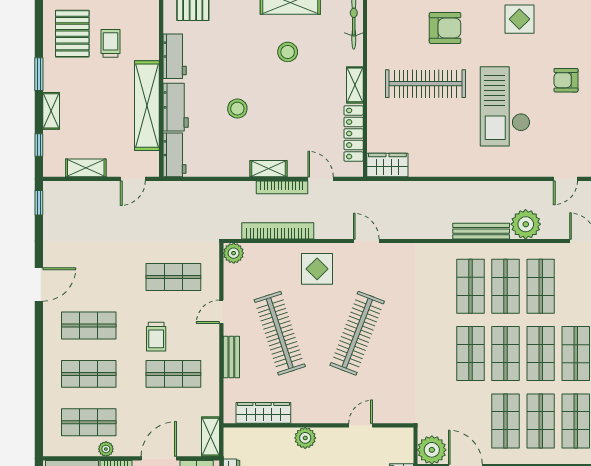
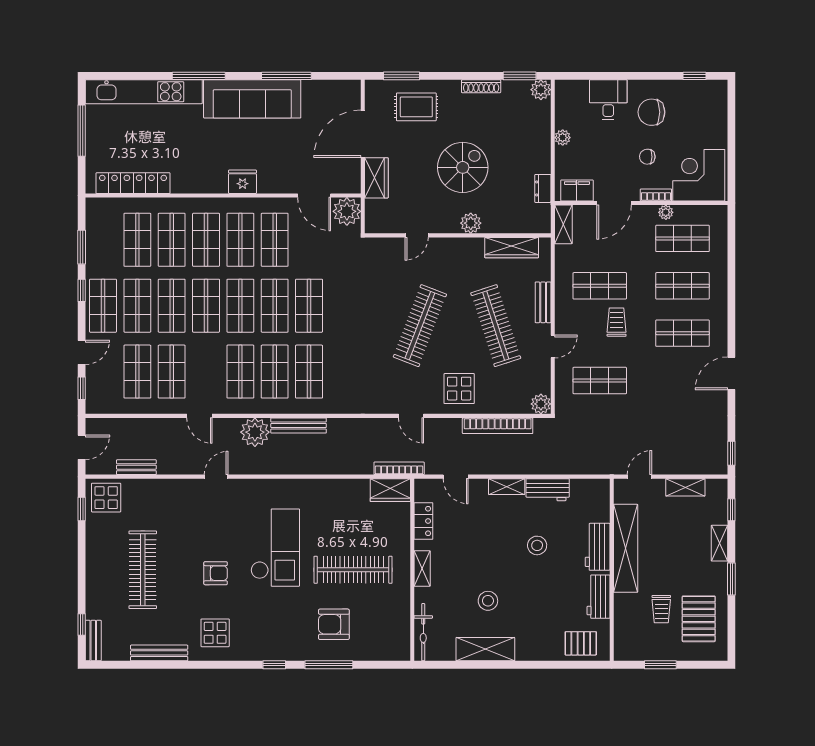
display table: (519, 19) -> (215, 633), moved
locker: (354, 134) -> (423, 521), width x0.66
workbench: (175, 155) -> (548, 490), moved, turned -90
bookcase: (282, 187) -> (399, 468), moved

